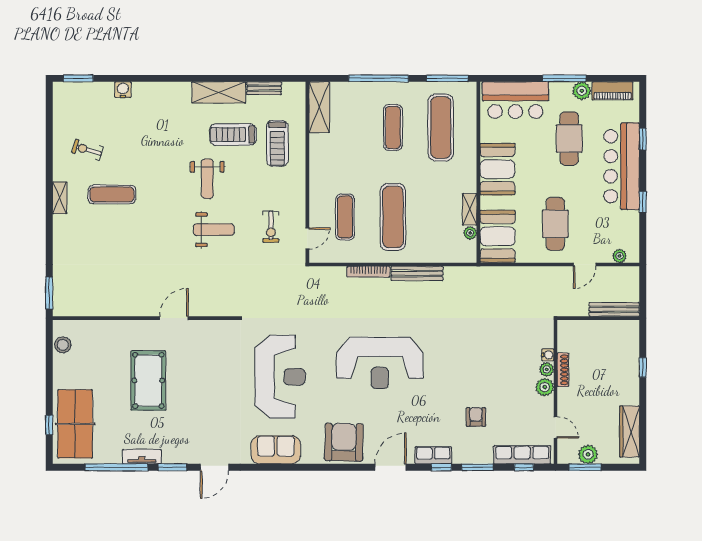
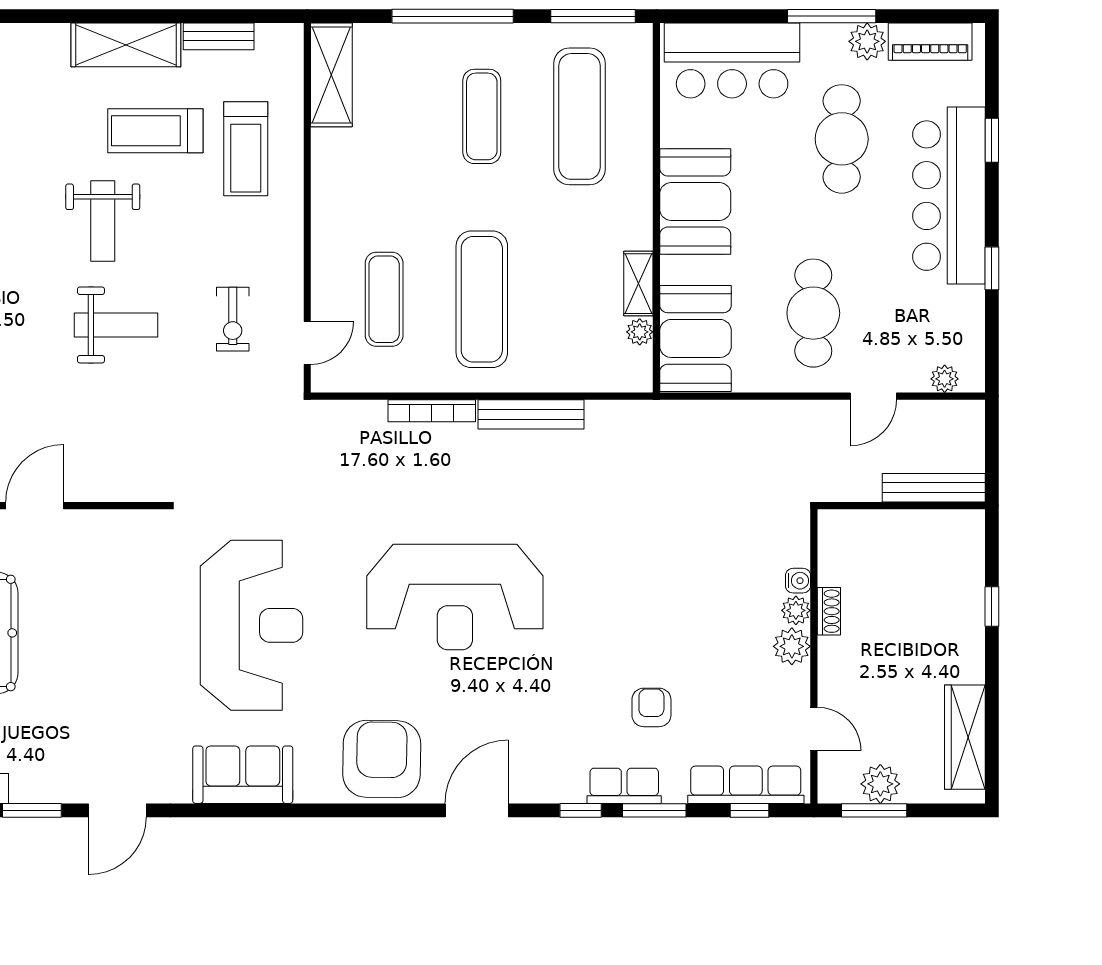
shoe rack: (563, 370) -> (829, 611), width x0.70
row of seats: (433, 455) -> (624, 786), moved

